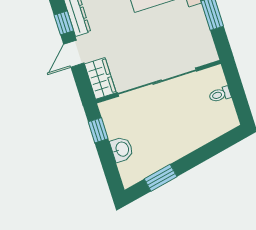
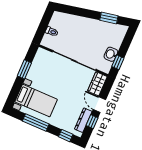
door: (74, 54) -> (99, 105), swing flipped
washbasin: (122, 149) -> (111, 54), moved

